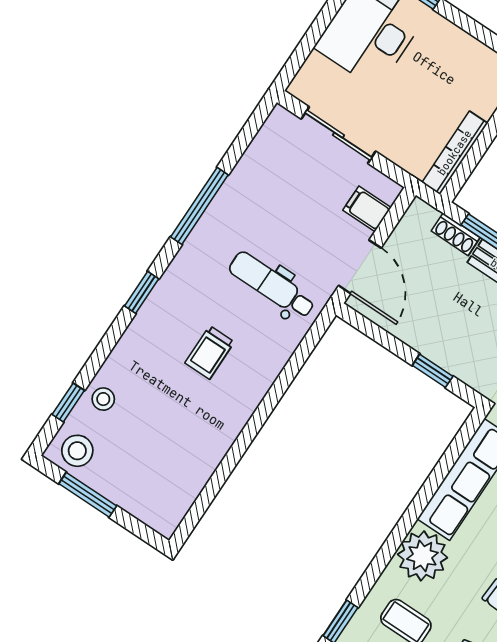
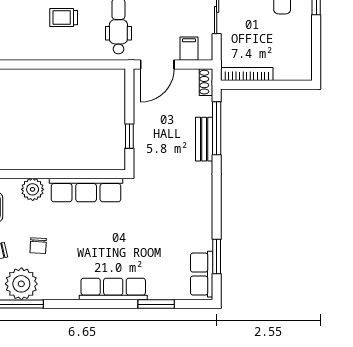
shoe rack: (456, 234) -> (206, 82), moved
plant: (422, 556) -> (33, 189), width x0.73, depth x0.73

